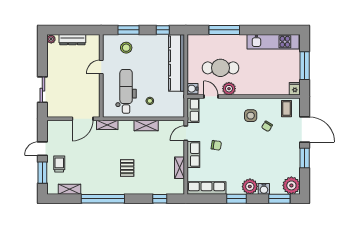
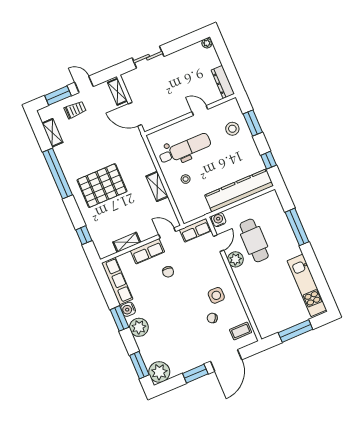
dresser: (72, 40) -> (223, 82), moved
fridge: (295, 89) -> (266, 331), removed
shelving: (107, 125) -> (117, 92), moved
pallet: (127, 168) -> (102, 186), width x2.05, depth x2.00
water cooler: (264, 189) -> (128, 309), moved

